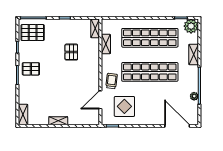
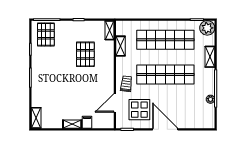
pallet: (33, 33) -> (46, 34), turned 90
pallet: (71, 52) -> (85, 54), width x1.50, depth x1.42
pallet: (31, 69) -> (44, 71), removed
filing cabinet: (73, 119) -> (87, 122), added
door: (177, 126) -> (165, 129), moved

